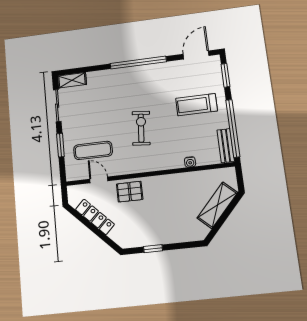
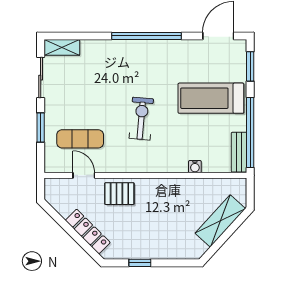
treadmill: (196, 105) -> (211, 98), width x1.37, depth x1.38
locker: (95, 217) -> (88, 231), moved

